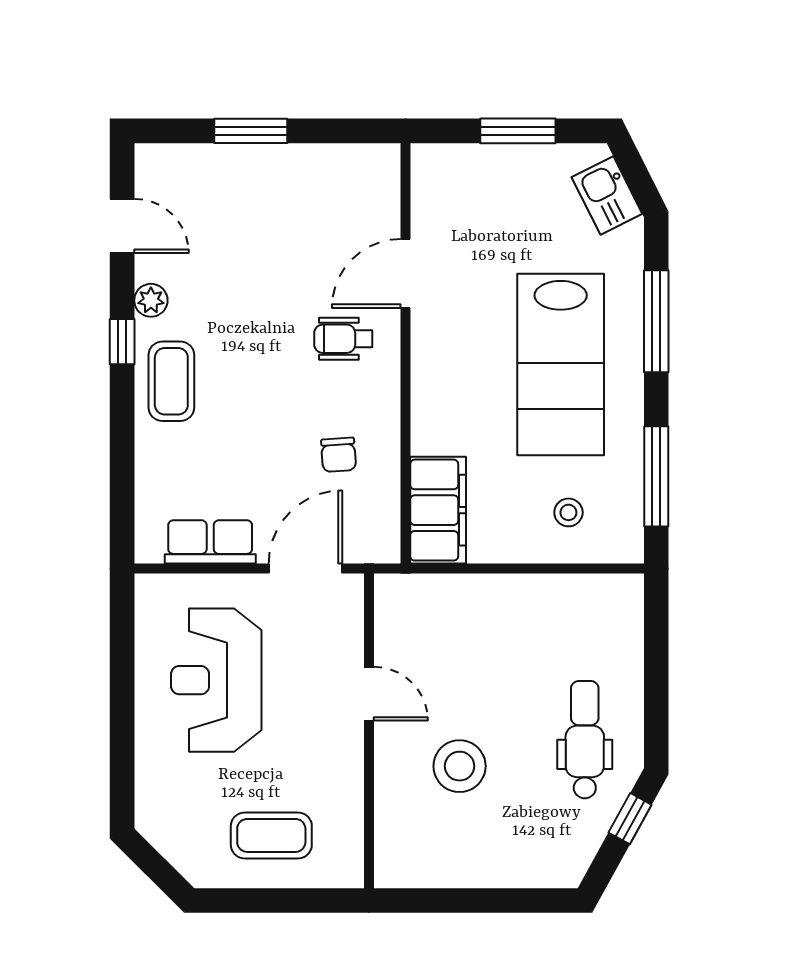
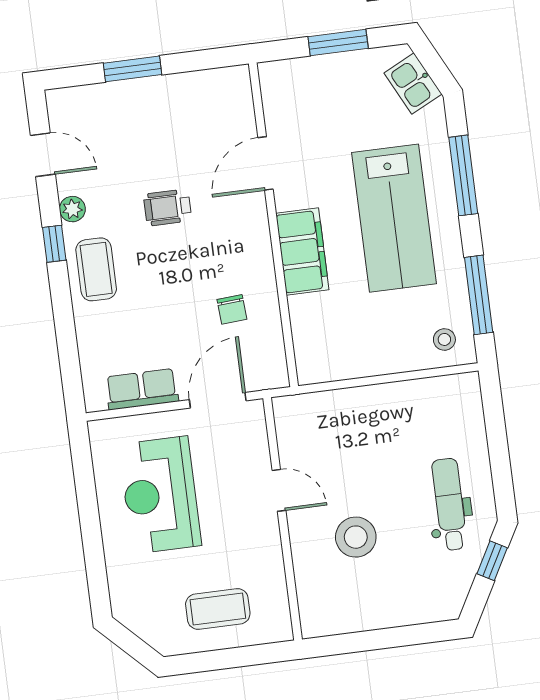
wheelchair: (343, 339) -> (168, 207), moved
filing cabinet: (438, 510) -> (302, 252), moved
stool: (568, 512) -> (444, 339), moved

